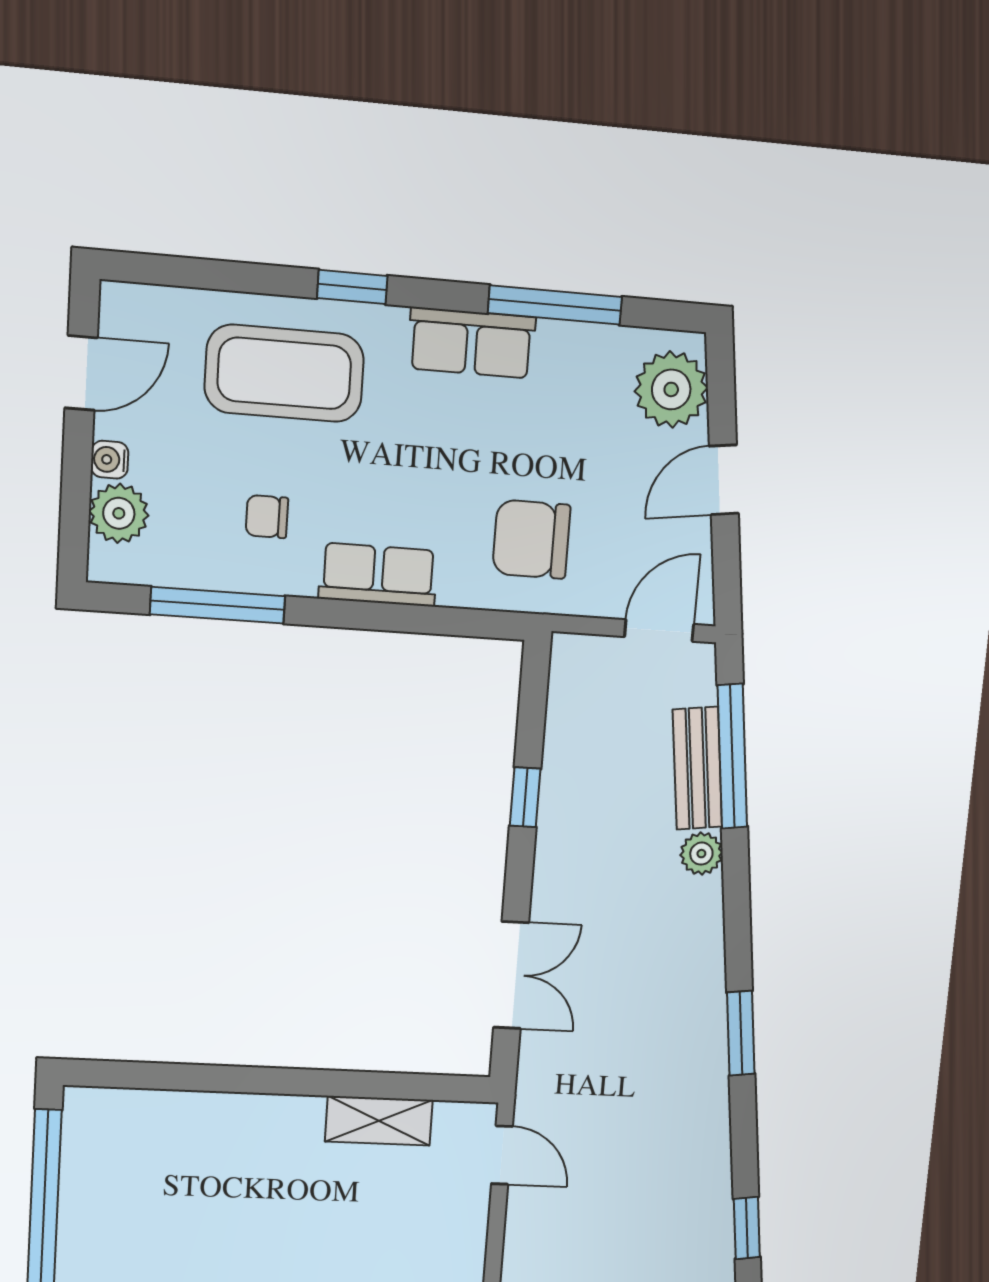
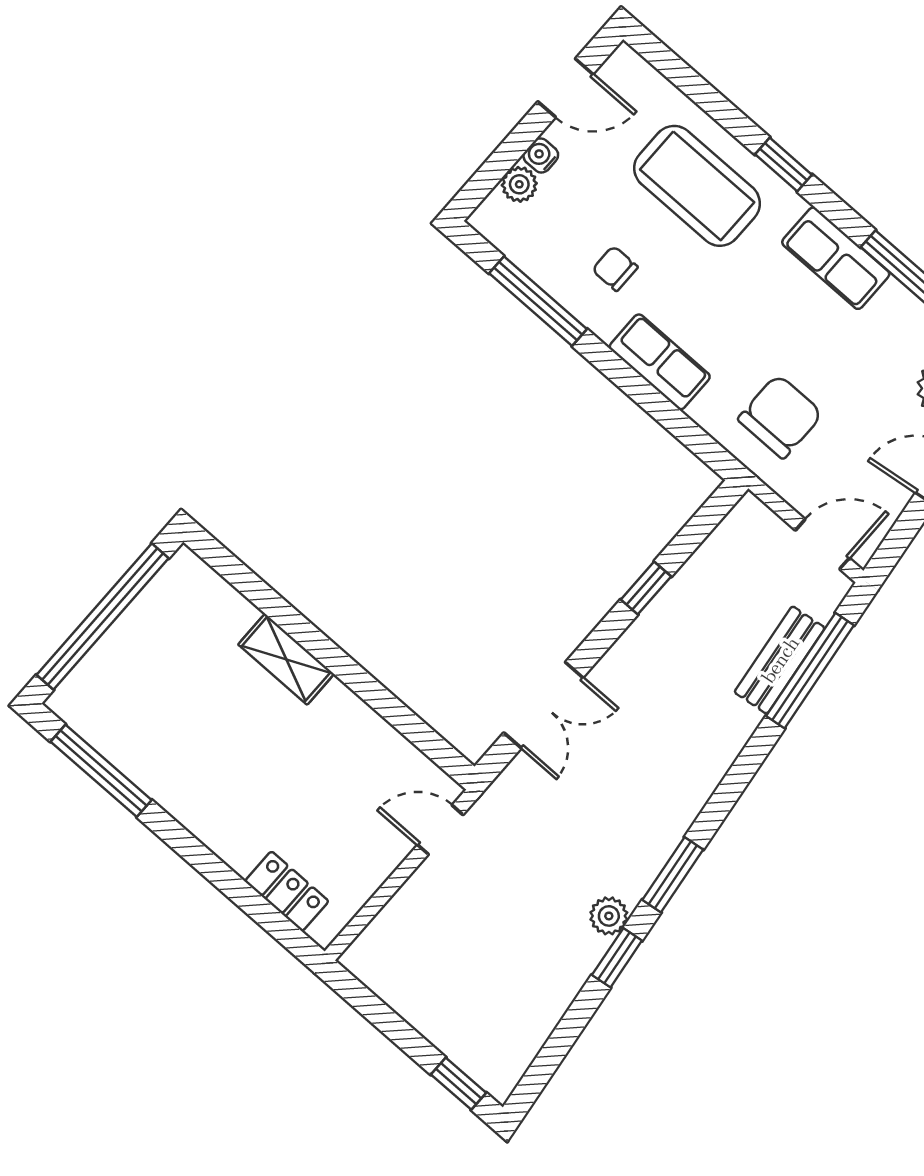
plant: (119, 513) -> (519, 184), width x0.73, depth x0.73
chair: (531, 539) -> (780, 416), turned 90
plant: (701, 854) -> (609, 916), moved
shelving: (379, 1121) -> (286, 659), moved
door: (502, 1155) -> (440, 830), swing flipped
window: (747, 1228) -> (617, 958), moved

